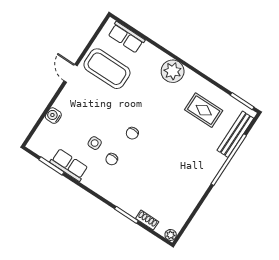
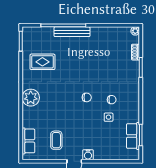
coffee table: (107, 69) -> (56, 140), width x0.54, depth x0.58
rug: (204, 110) -> (42, 62), turned 90
water cooler: (53, 116) -> (88, 155), moved
bench: (235, 134) -> (72, 32), moved
row of seats: (69, 165) -> (133, 136), moved

